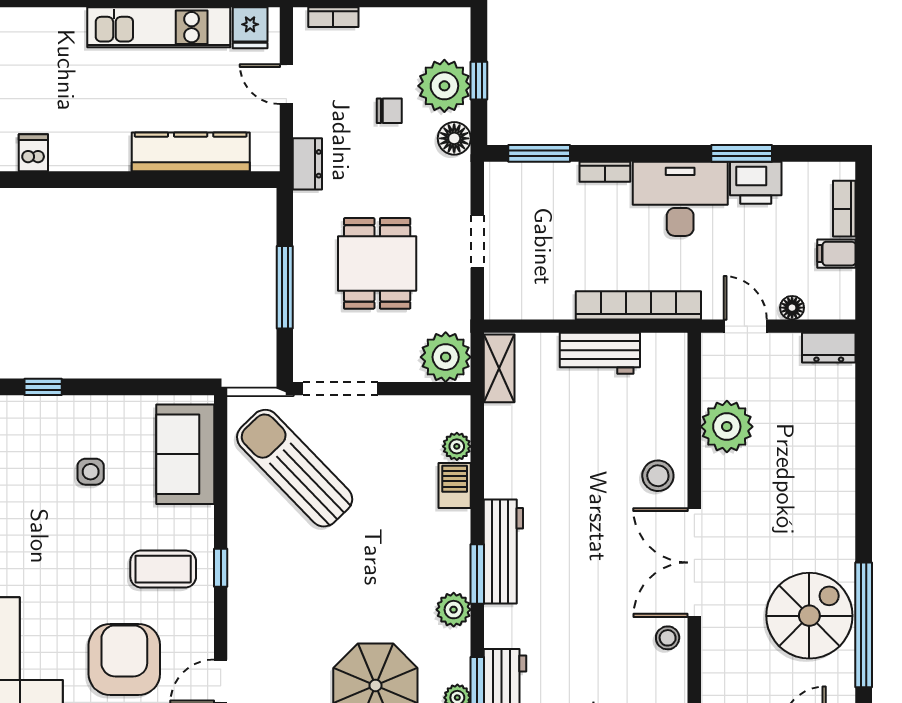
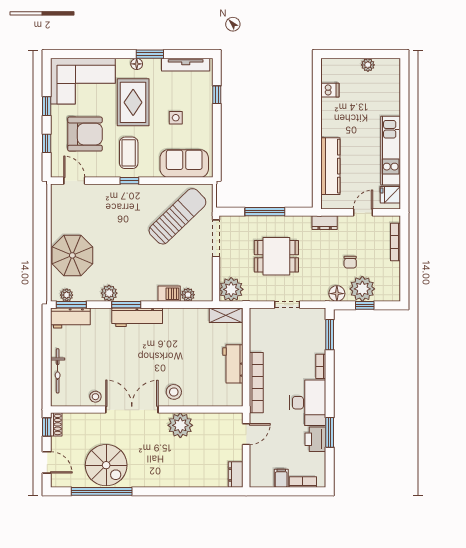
bookcase: (333, 17) -> (396, 242), width x1.56
floor lamp: (792, 308) -> (255, 457), removed
plant: (727, 427) -> (180, 425), moved
rug: (59, 560) -> (133, 102), added

